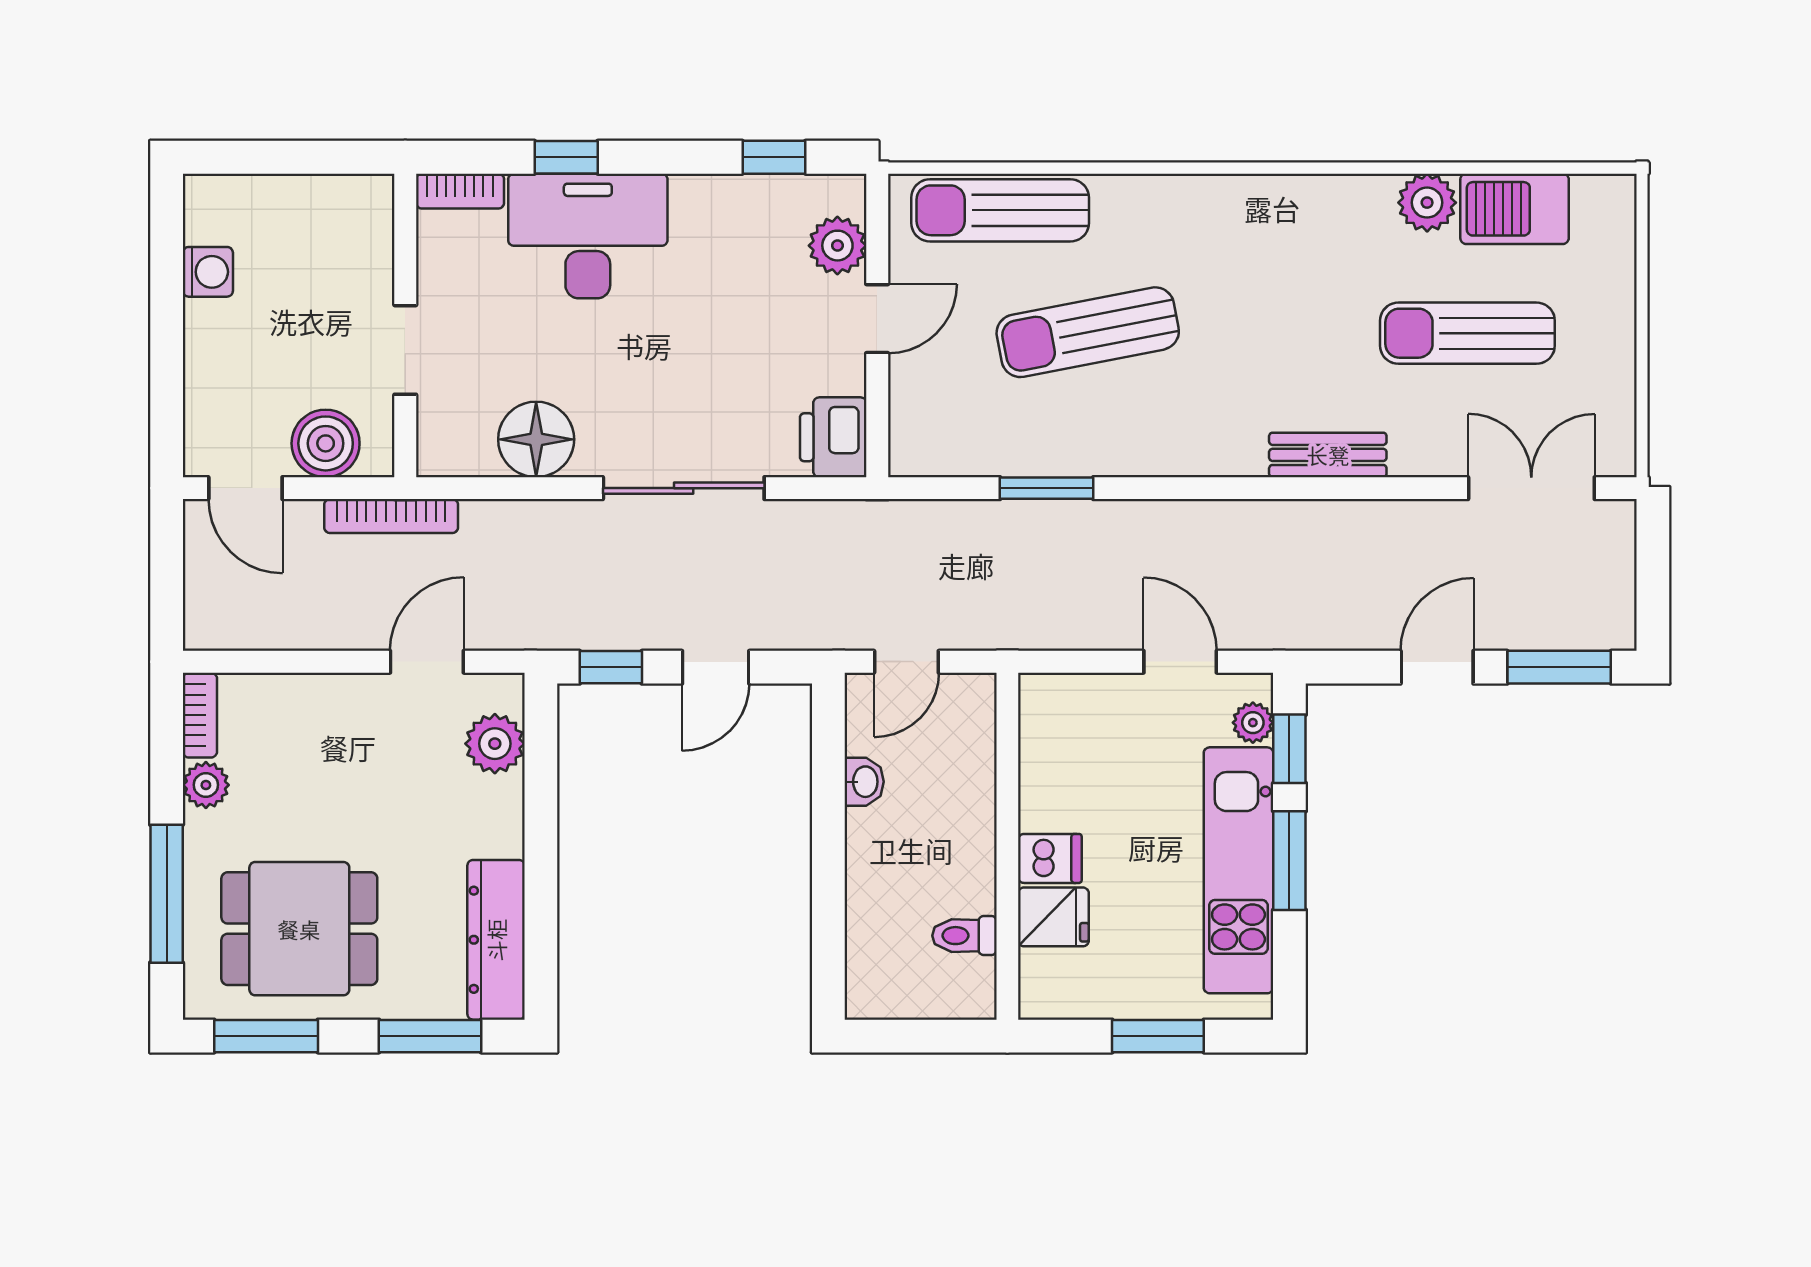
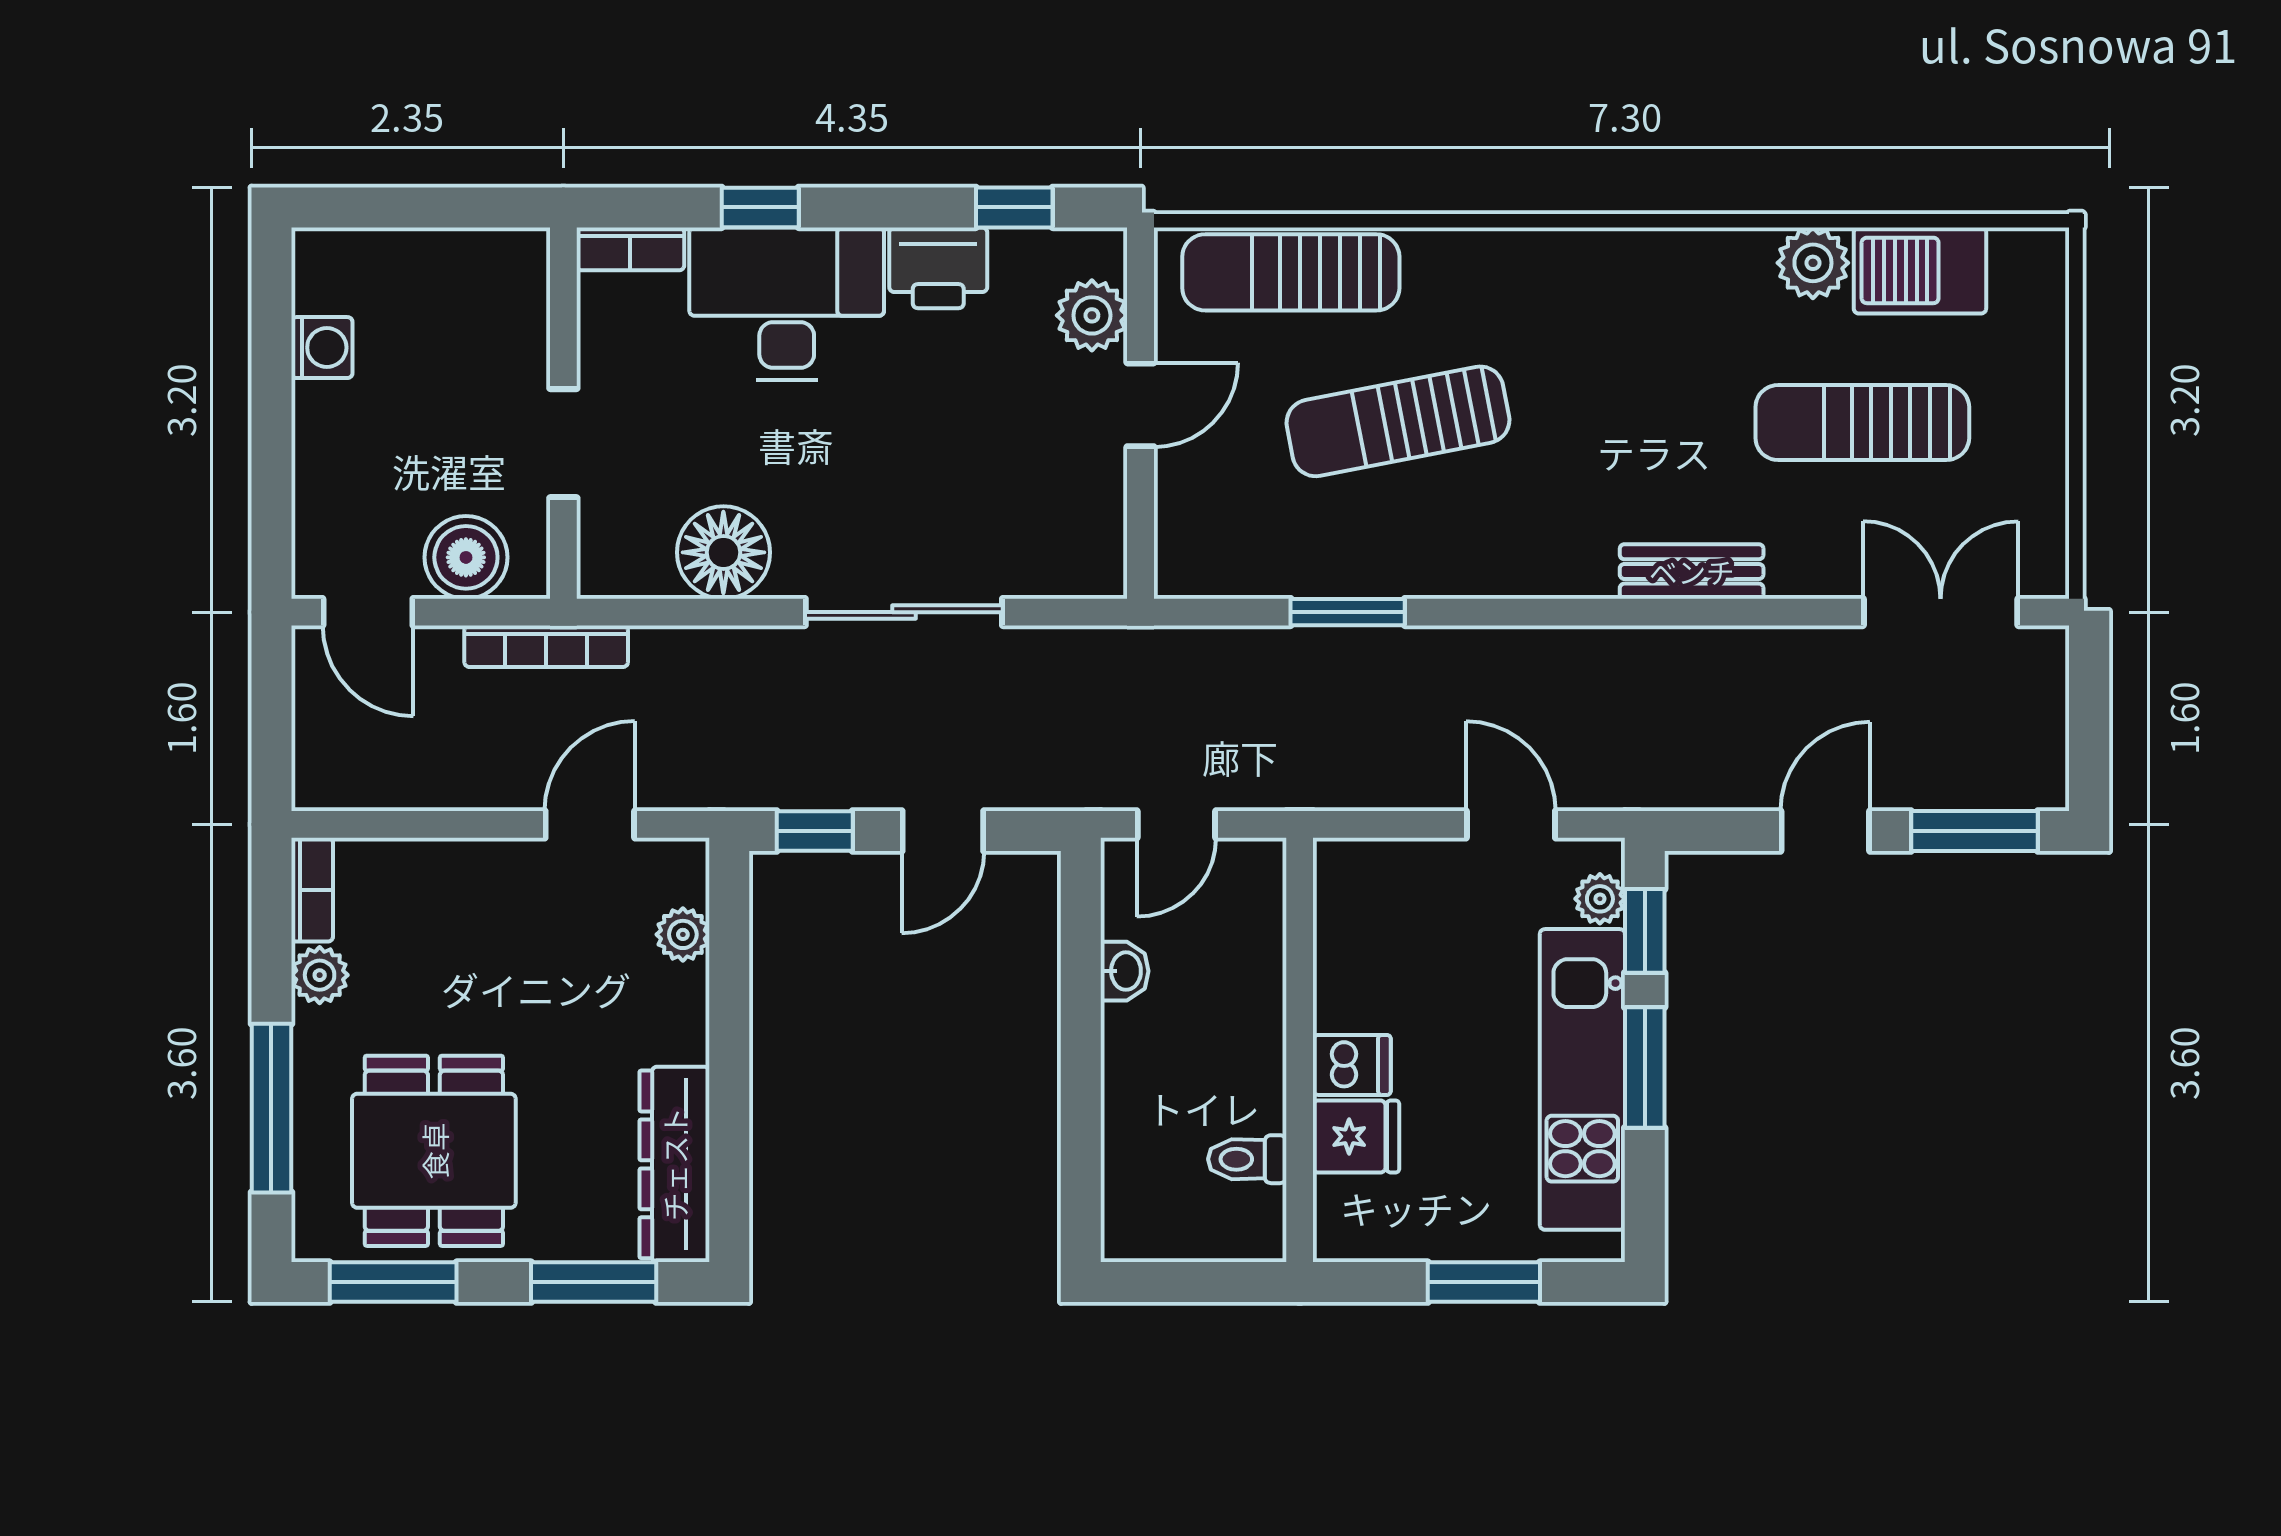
printer: (833, 437) -> (938, 268), moved, turned -90
plant: (495, 744) -> (683, 934), width x0.73, depth x0.73
dining table: (299, 929) -> (434, 1151), turned 90

